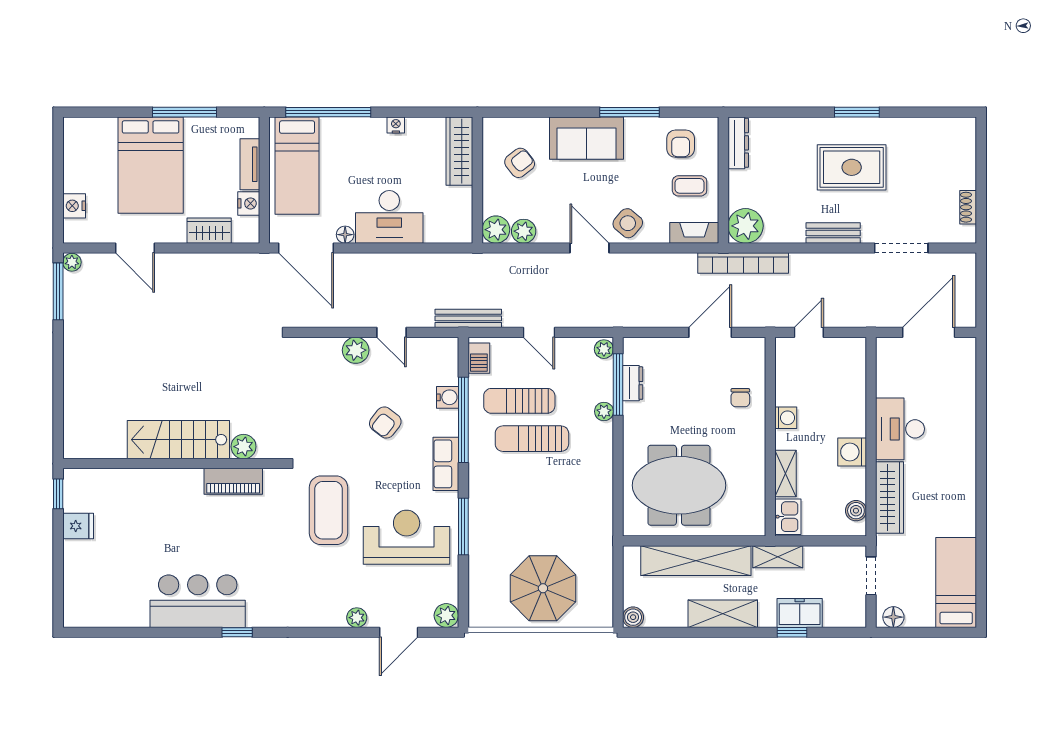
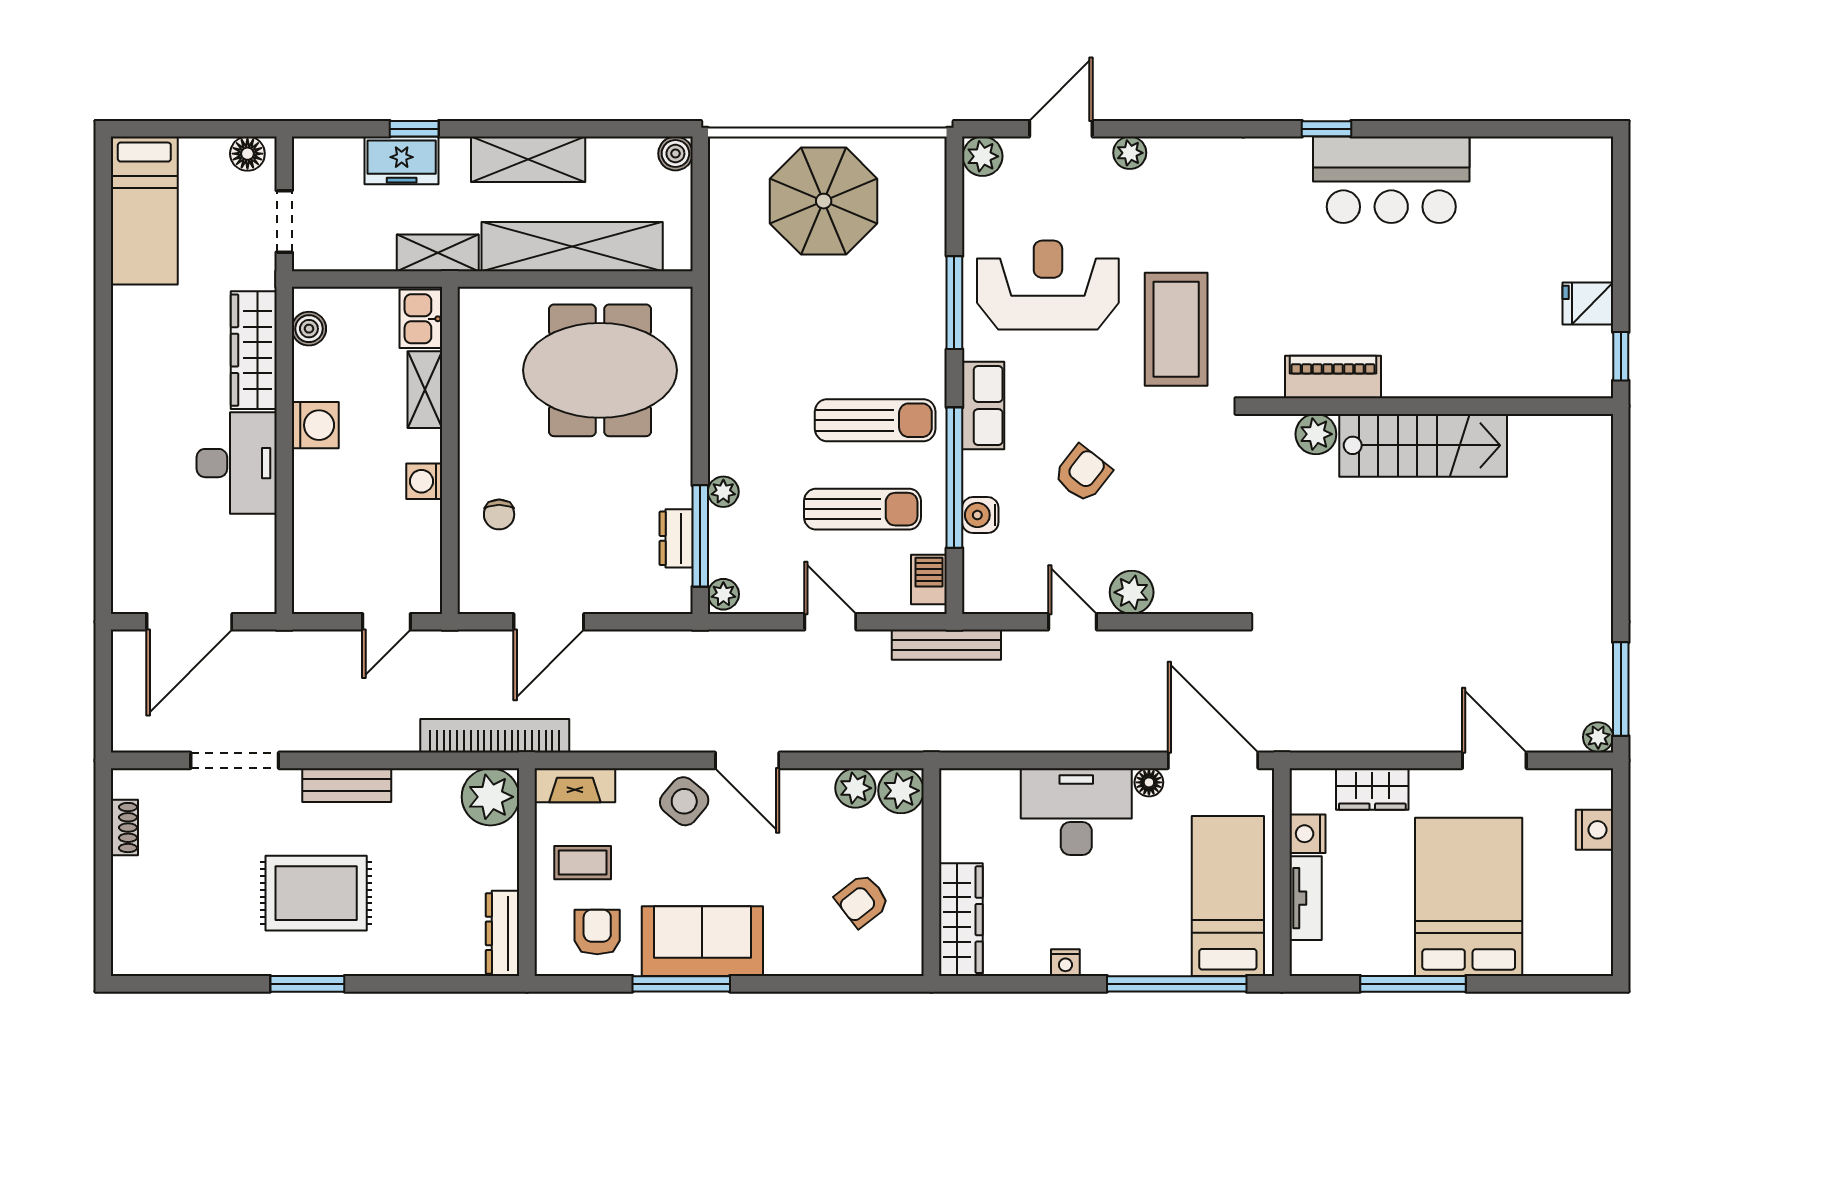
sofa: (587, 138) -> (702, 941), moved
chair: (740, 398) -> (499, 514), turned 180
sun lounger: (532, 439) -> (875, 420), moved
reception desk: (407, 537) -> (1048, 285), turned 180

